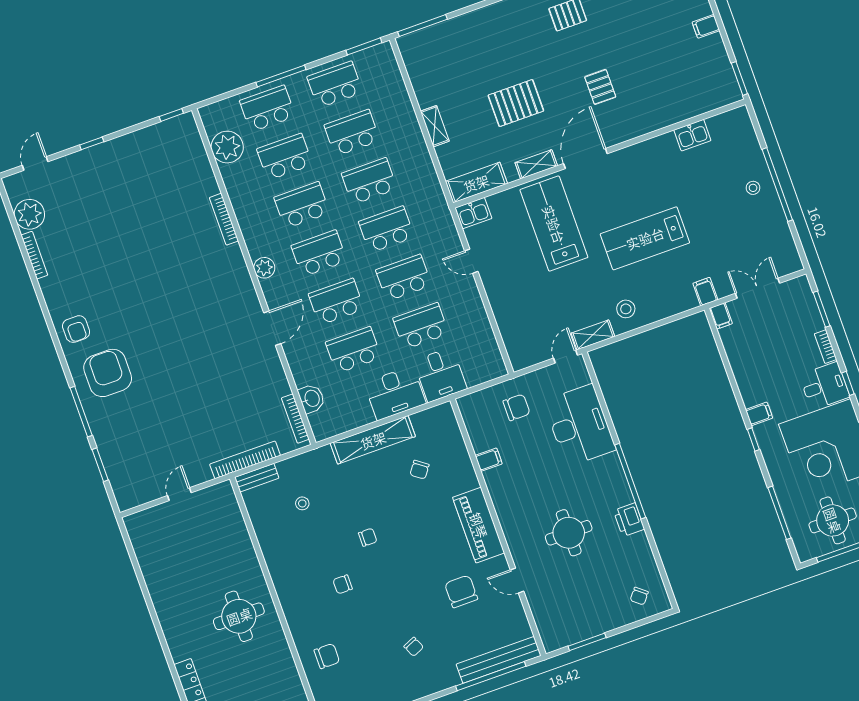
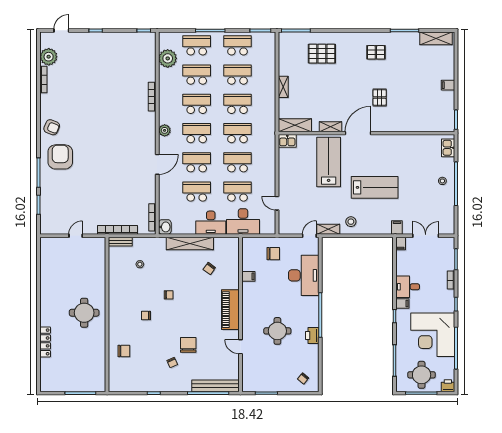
pallet: (516, 103) -> (322, 54), moved
kitchen sink: (692, 135) -> (448, 148), moved, turned 90
lab bench: (645, 238) -> (375, 187), turned 180
door: (471, 261) -> (277, 203), moved
armchair: (76, 329) -> (52, 127), turned -68
desk: (440, 375) -> (243, 221), width x1.37
desk: (824, 386) -> (408, 287), moved, turned 180
washbasin: (312, 399) -> (165, 227), moved
chair: (461, 591) -> (188, 345), moved

